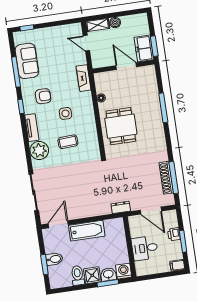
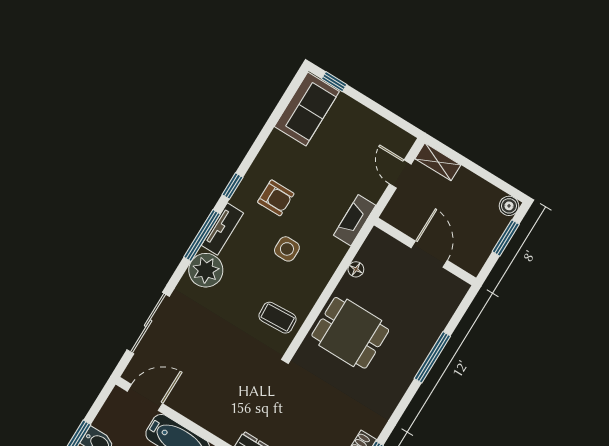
boiler: (115, 23) -> (509, 206), moved
window: (154, 46) -> (506, 238), moved
freezer: (144, 48) -> (475, 250), removed
sofa: (27, 61) -> (307, 109), moved
window: (16, 72) -> (202, 235), moved
dining table: (121, 126) -> (350, 333), turned 90
coffee table: (68, 142) -> (278, 318), moved

